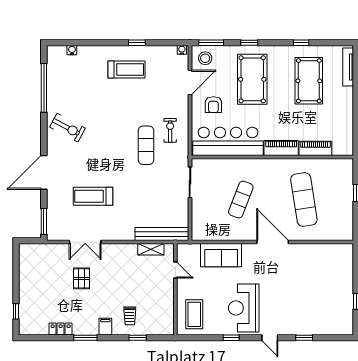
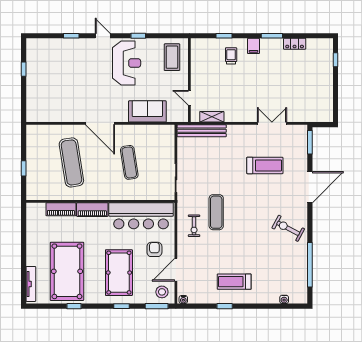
pool table: (309, 81) -> (67, 271), width x1.36, depth x1.32
exercise mat: (241, 200) -> (129, 162), turned -30
pallet: (82, 278) -> (275, 90), removed

